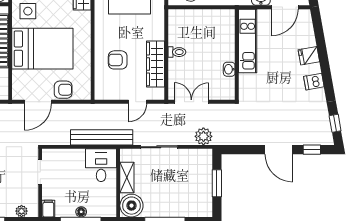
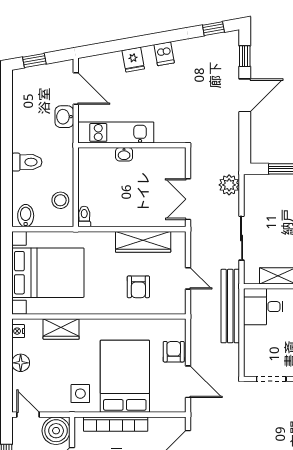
toilet: (177, 52) -> (84, 217), moved
washbasin: (229, 69) -> (124, 154), moved
door: (137, 102) -> (188, 278), moved

